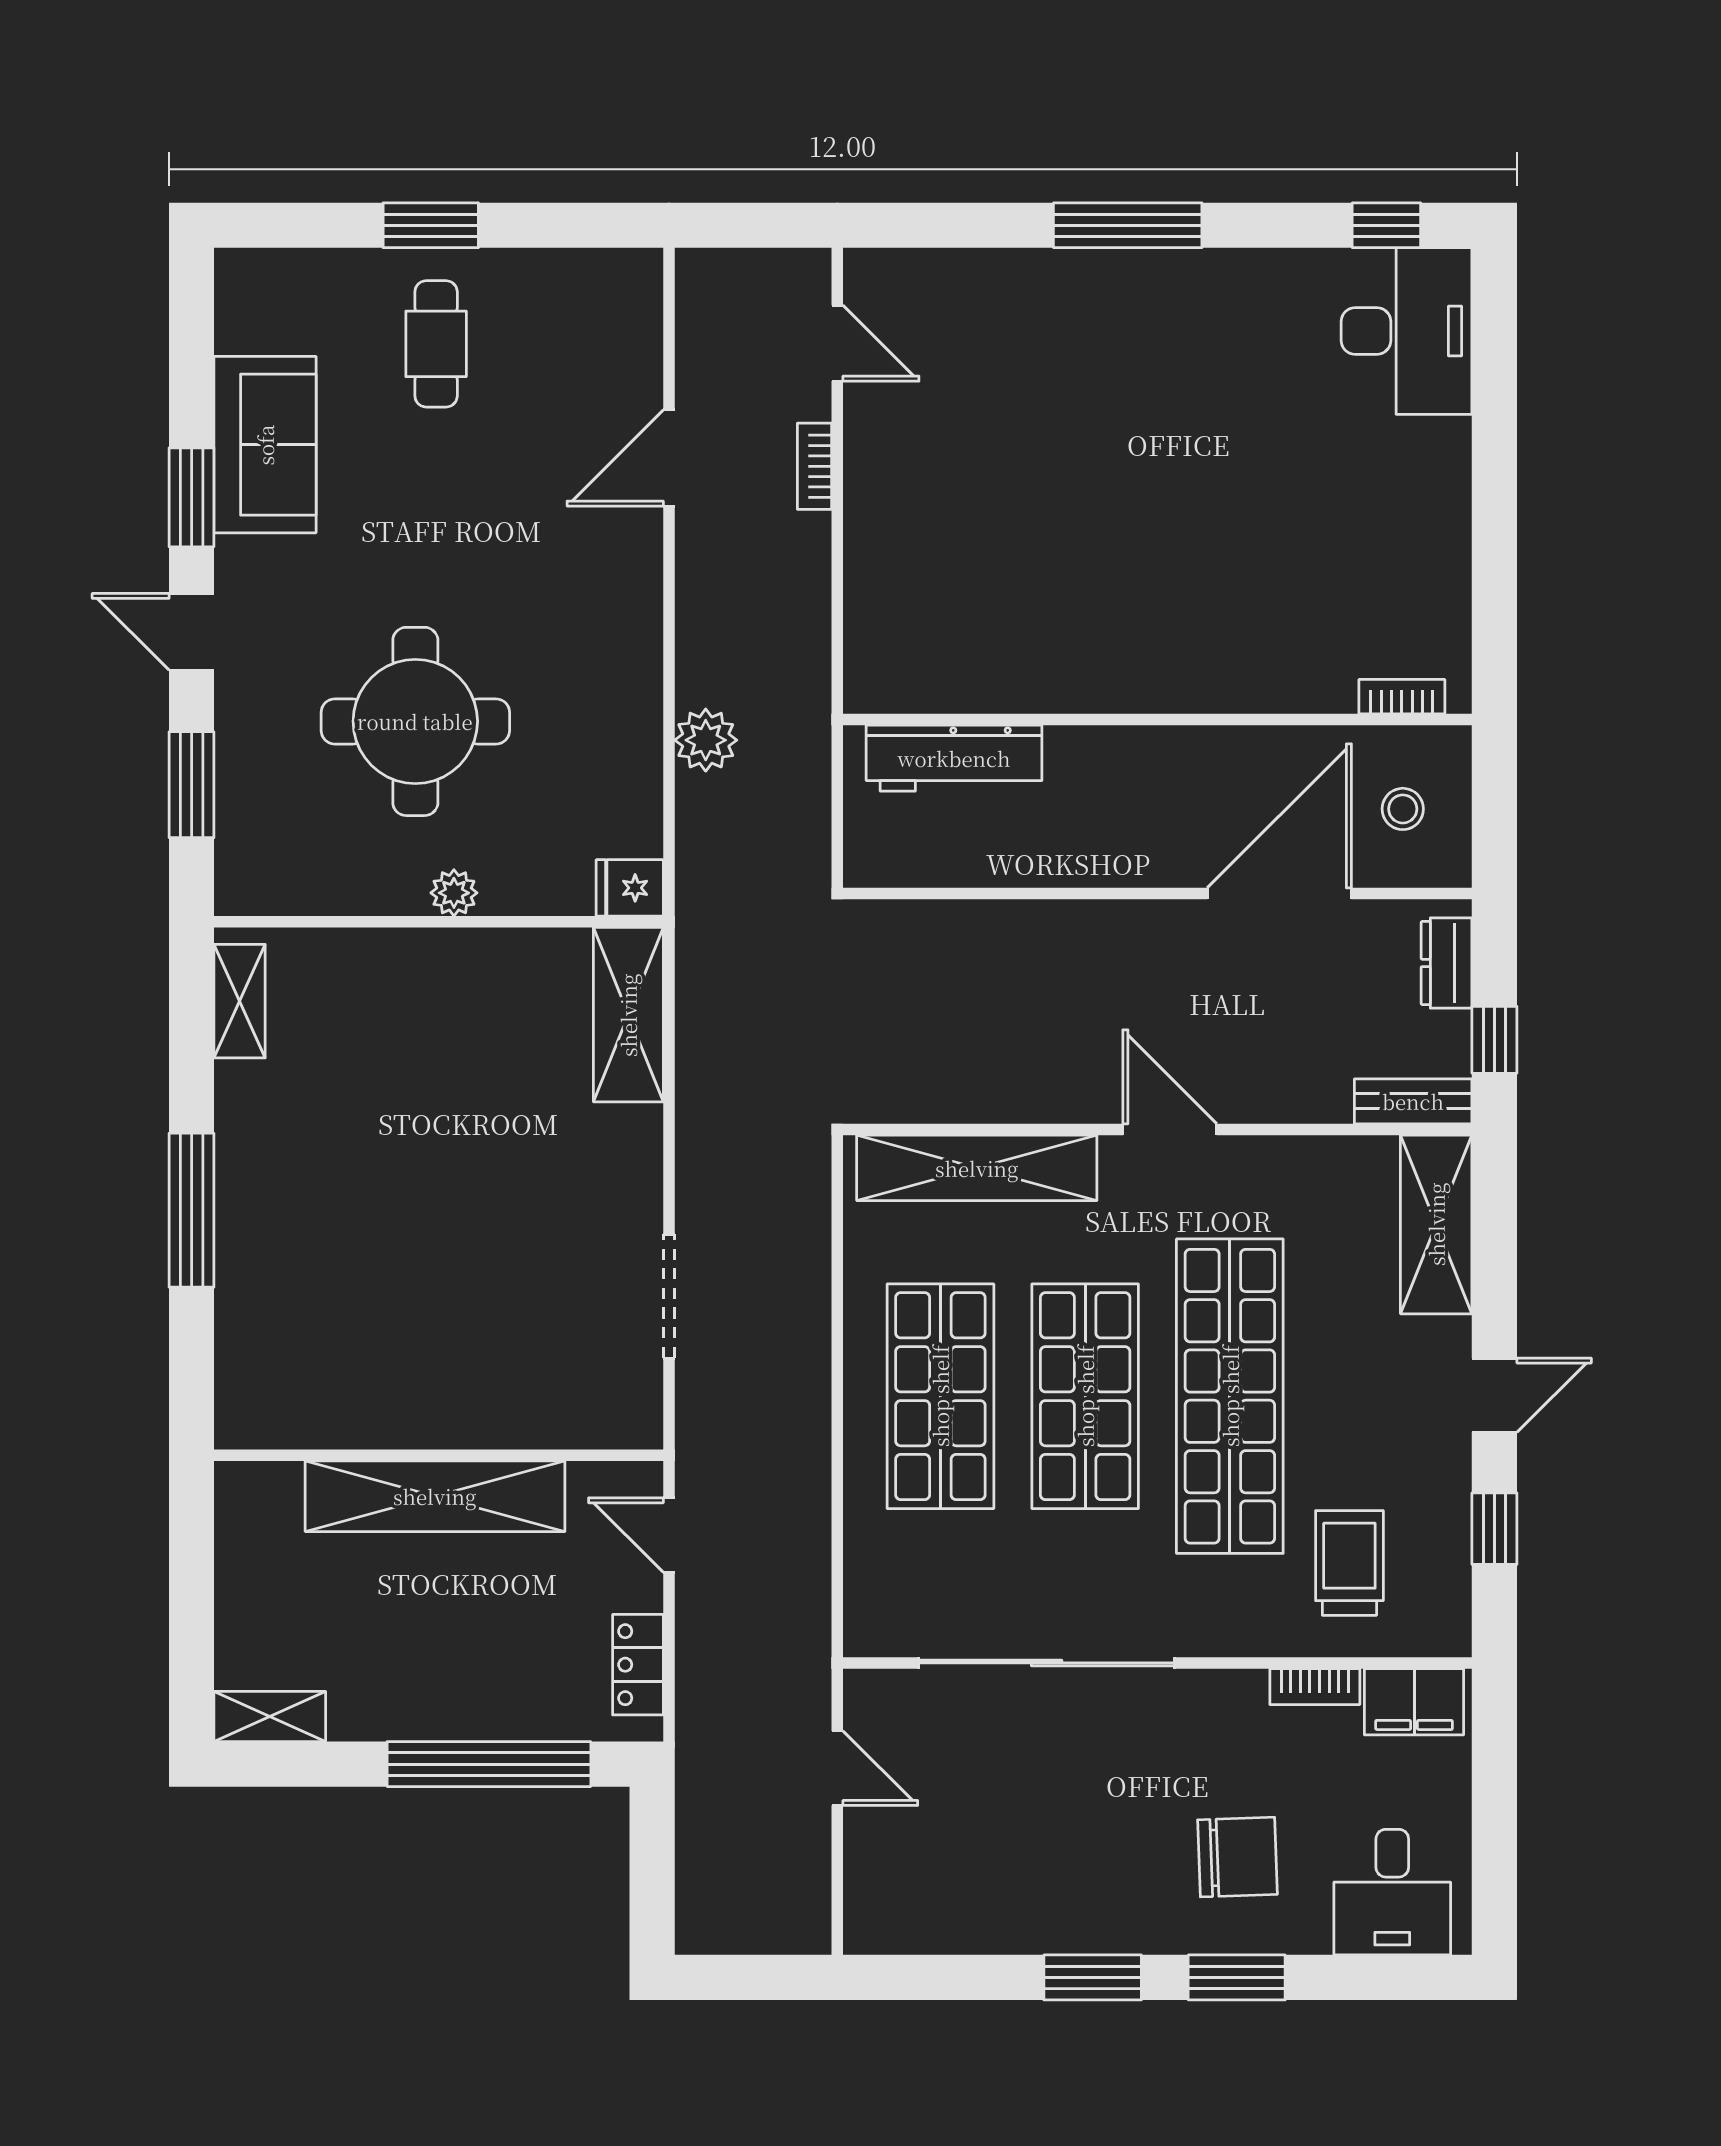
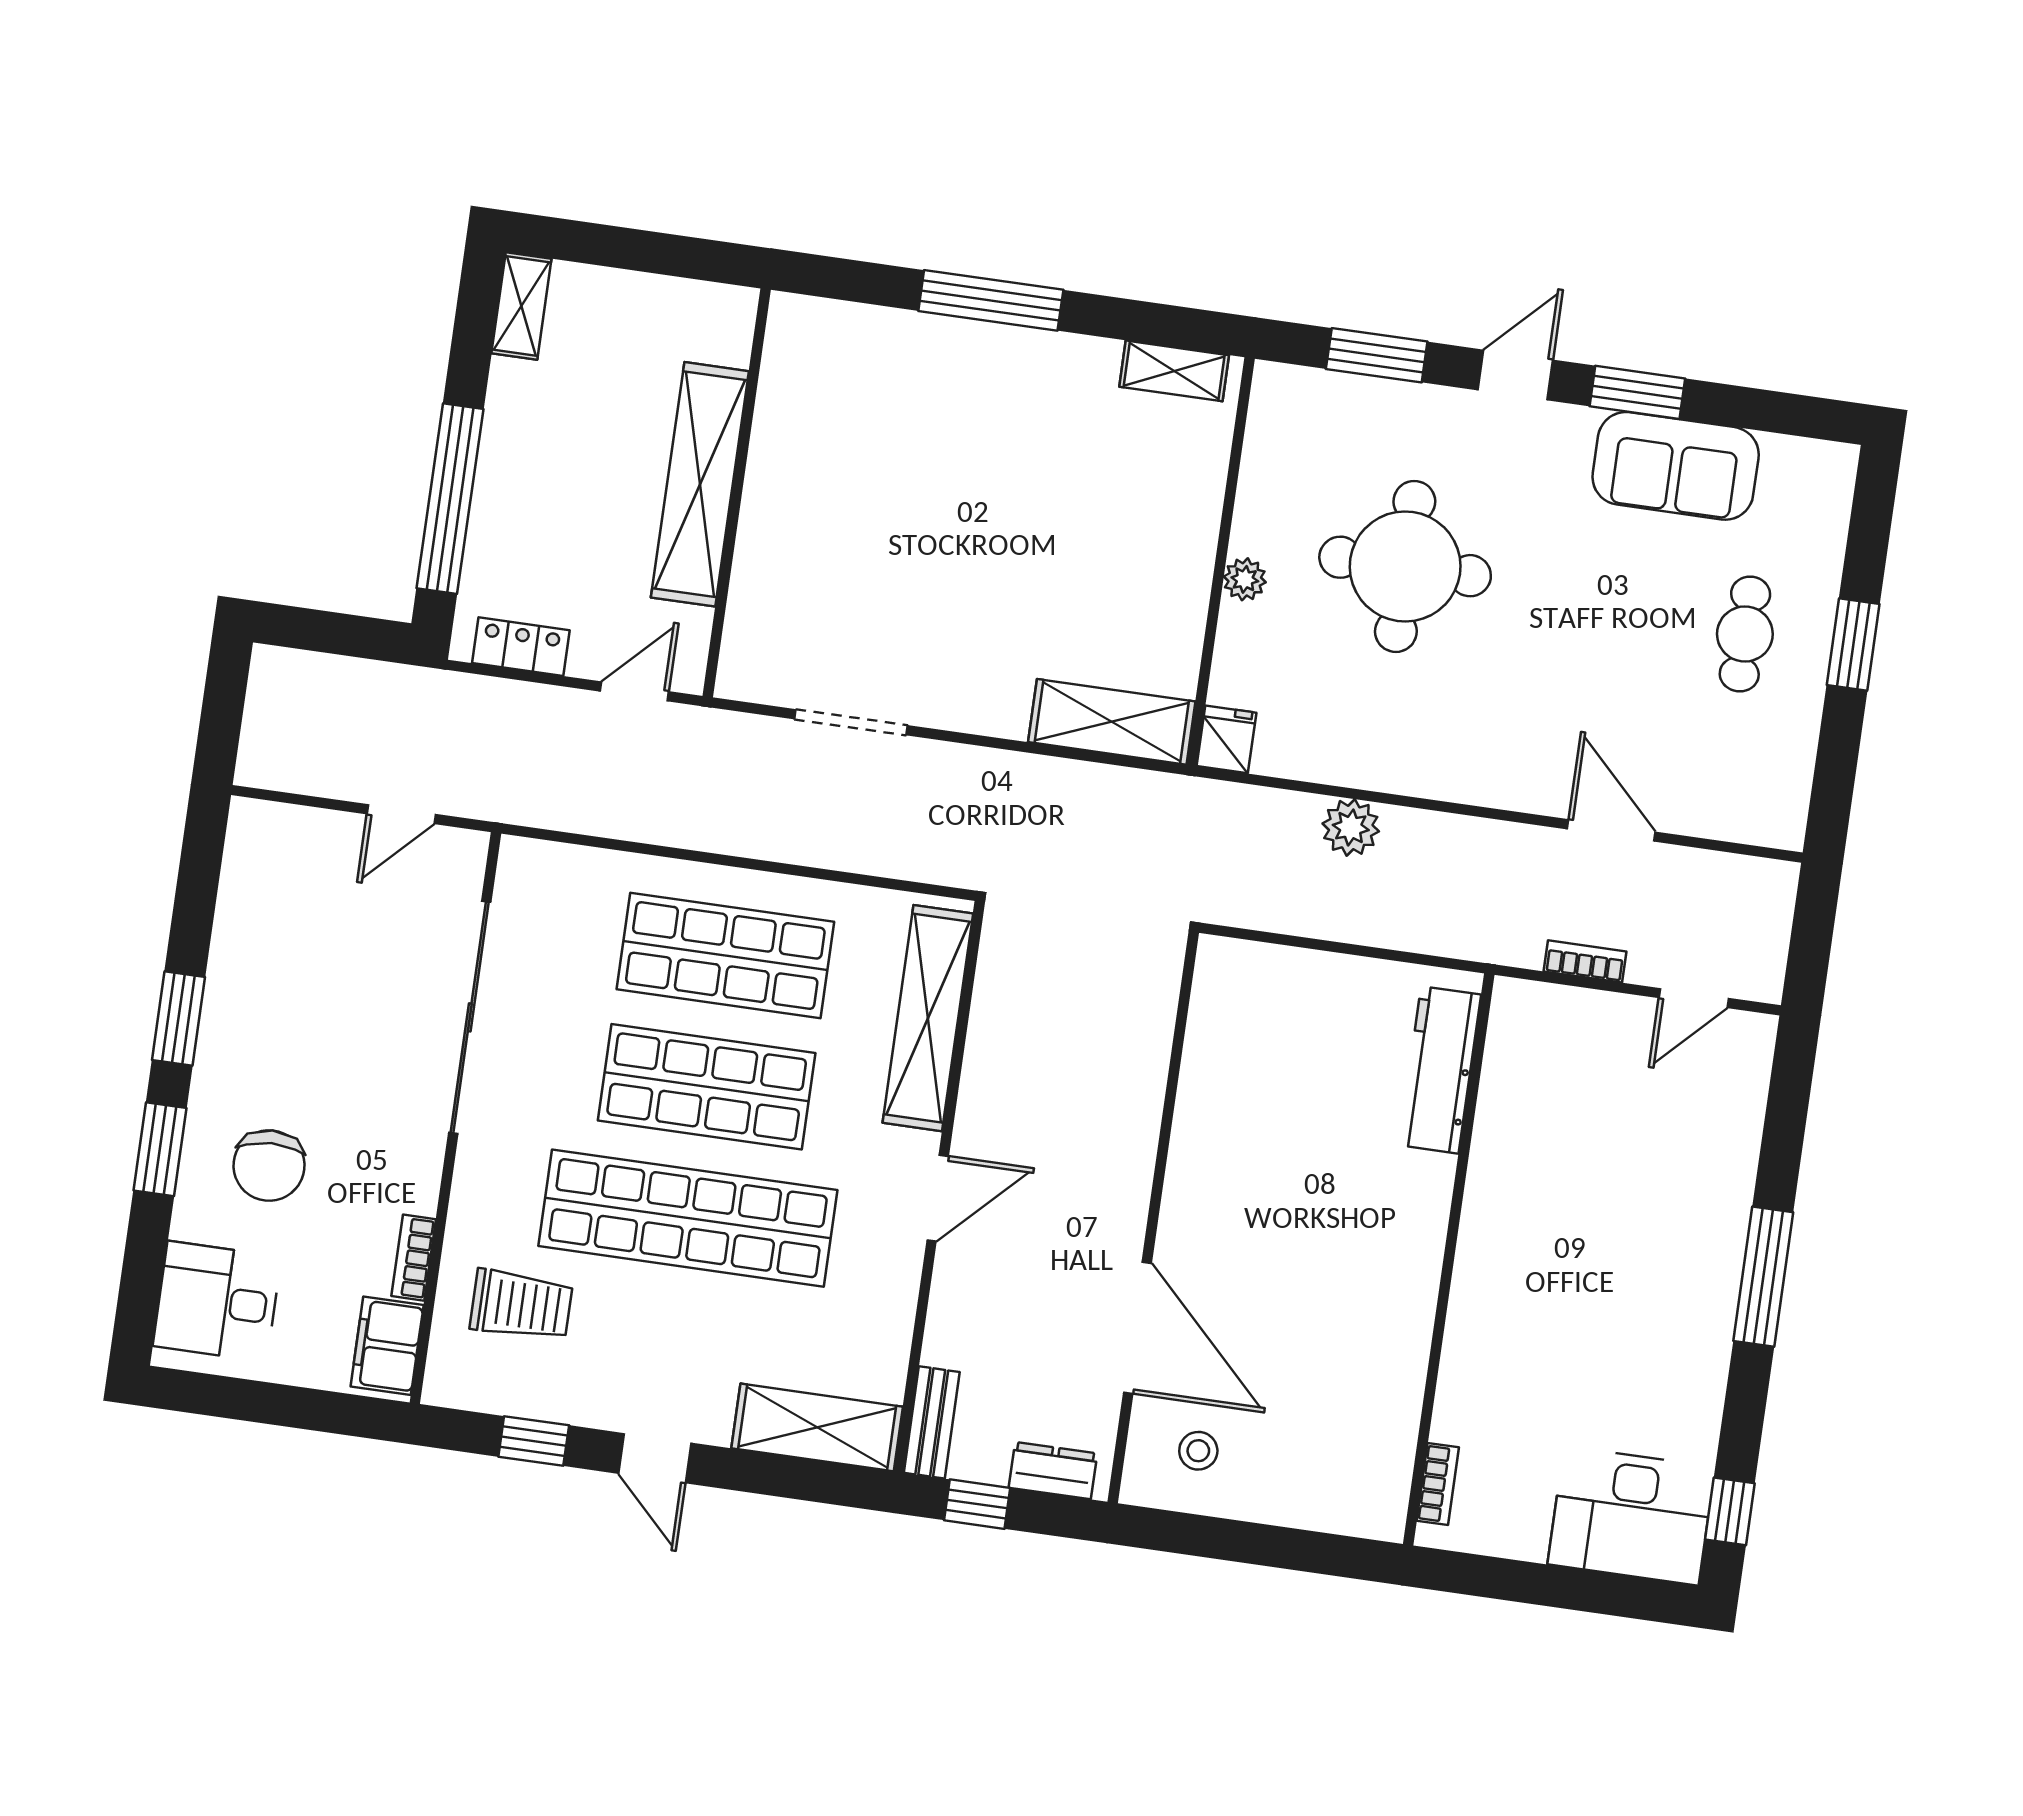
cafe table: (436, 344) -> (1745, 634), turned 90
bookcase: (1402, 697) -> (1438, 1484), moved
wall: (1157, 719) -> (1449, 1259), moved
workbench: (954, 758) -> (1440, 1070), moved

